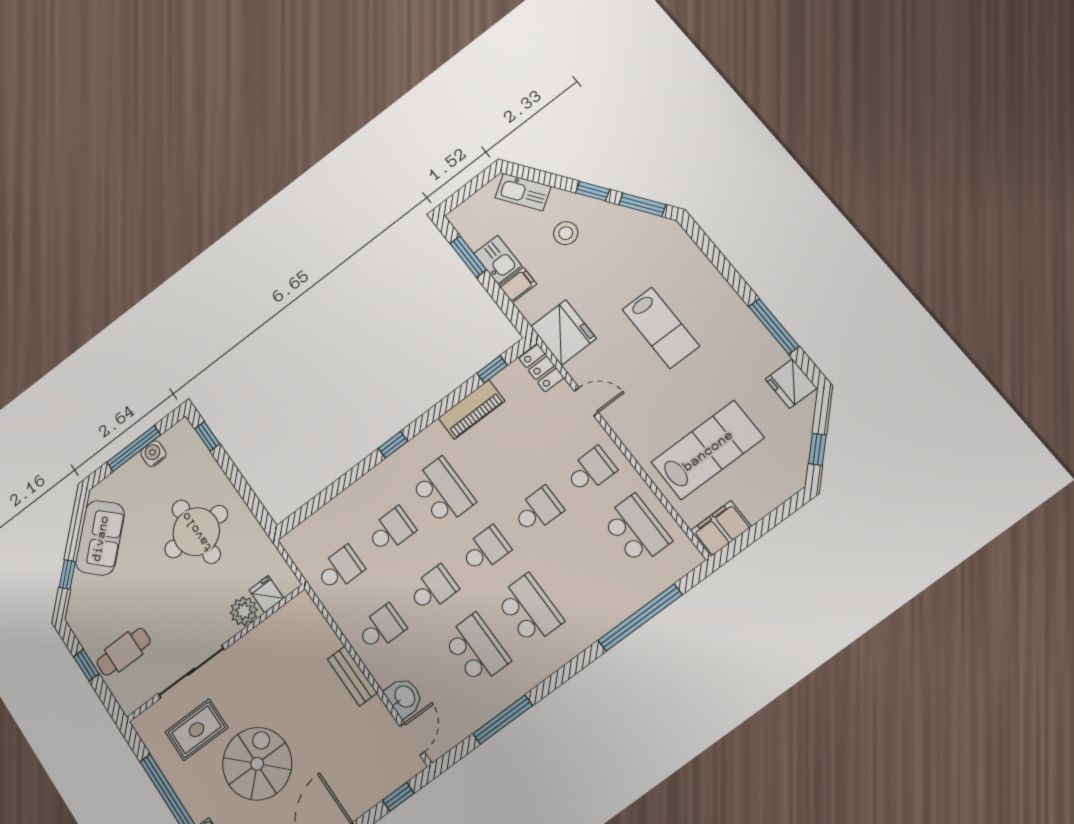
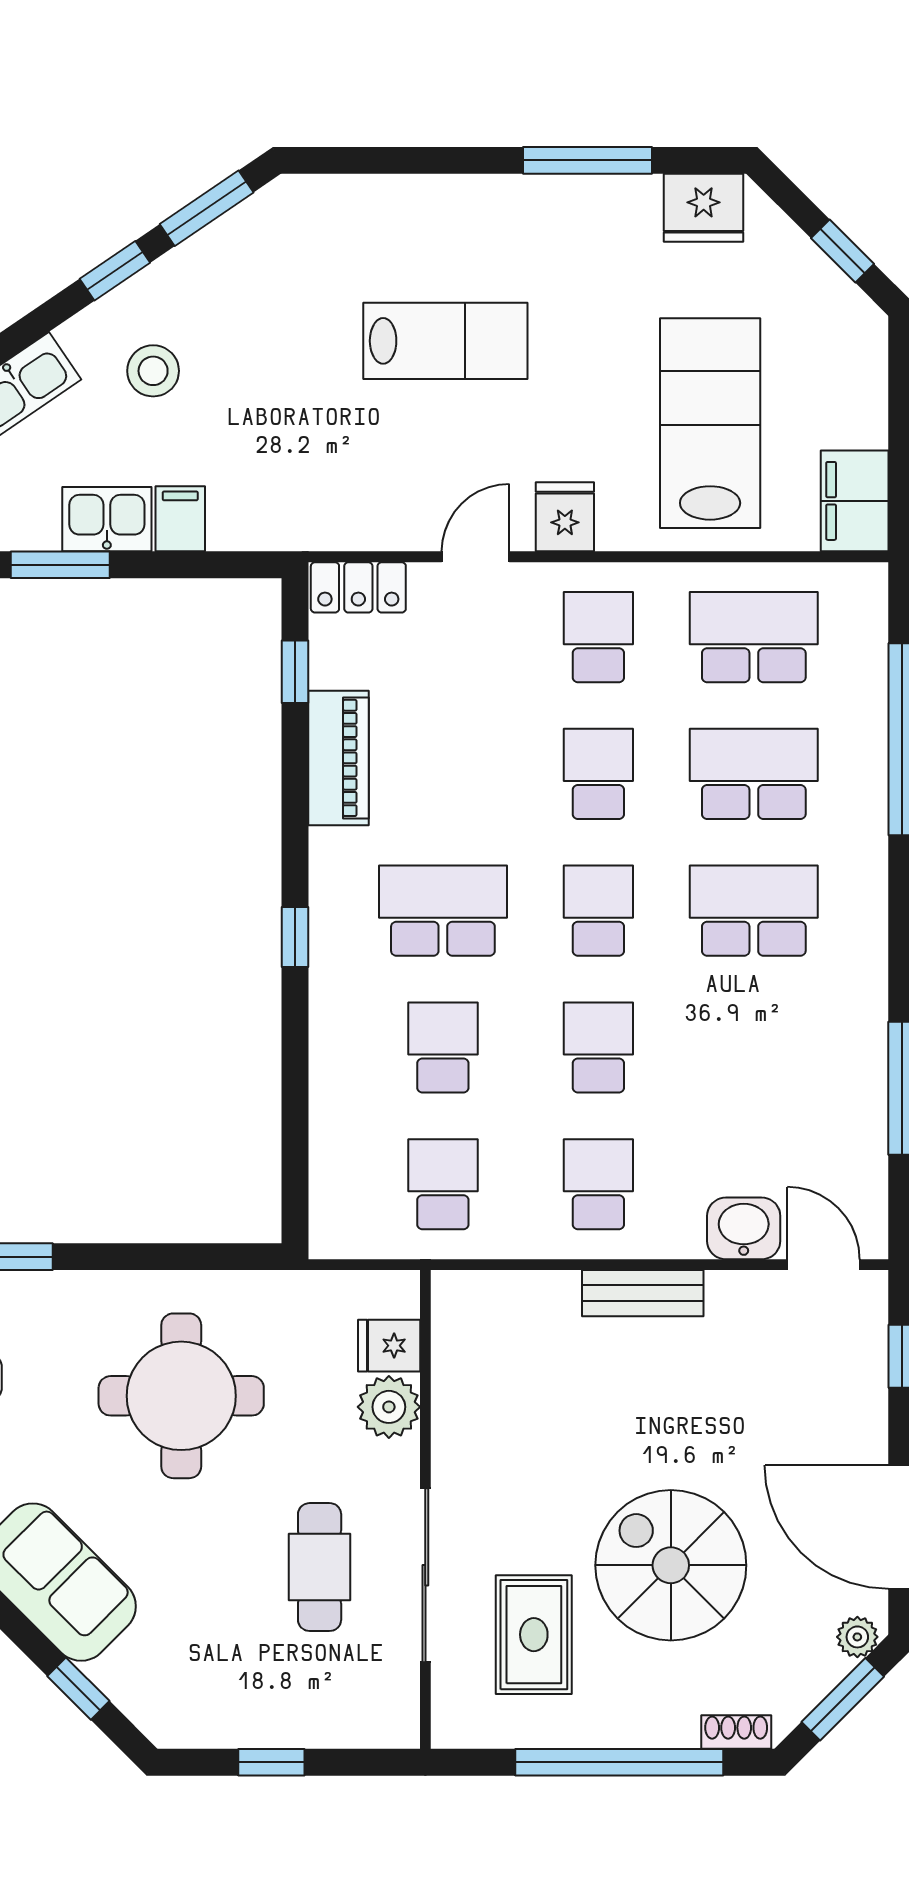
fridge: (564, 332) -> (565, 517), moved, width x0.53, depth x0.75
school desk: (476, 649) -> (754, 774), moved
cafe table: (124, 652) -> (320, 1567), moved

